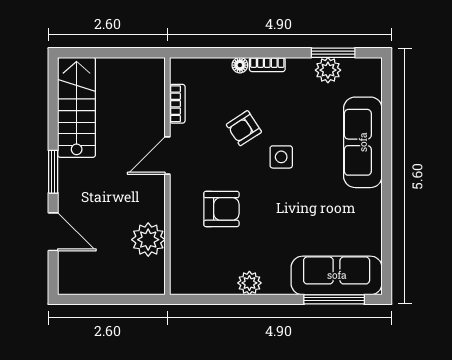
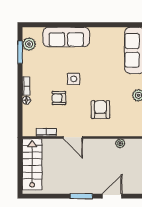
plant: (328, 70) -> (29, 44), moved
stairs: (77, 107) -> (32, 164), moved, turned 90
armchair: (244, 128) -> (59, 98), turned 123
plant: (148, 240) -> (120, 143), width x0.53, depth x0.53

